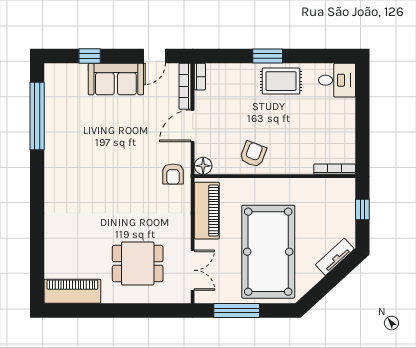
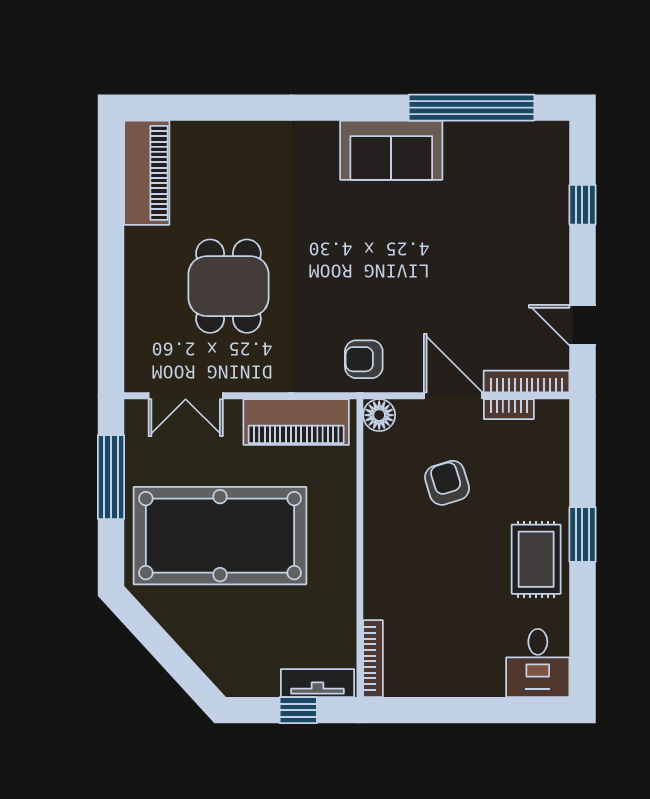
bookcase: (200, 77) -> (509, 409), moved
sofa: (116, 79) -> (391, 150), moved, turned -90
armchair: (253, 154) -> (447, 483), moved, turned -128
tv unit: (335, 257) -> (317, 683), moved, turned -48
dining table: (138, 264) -> (228, 286), moved

